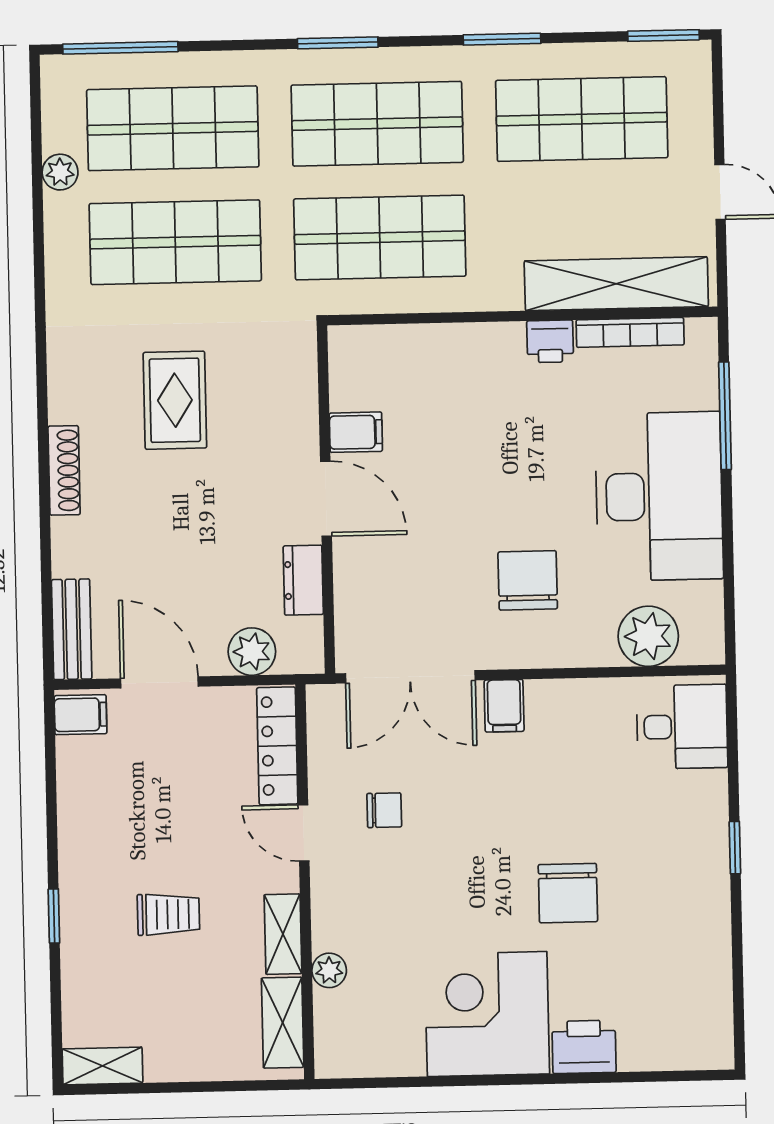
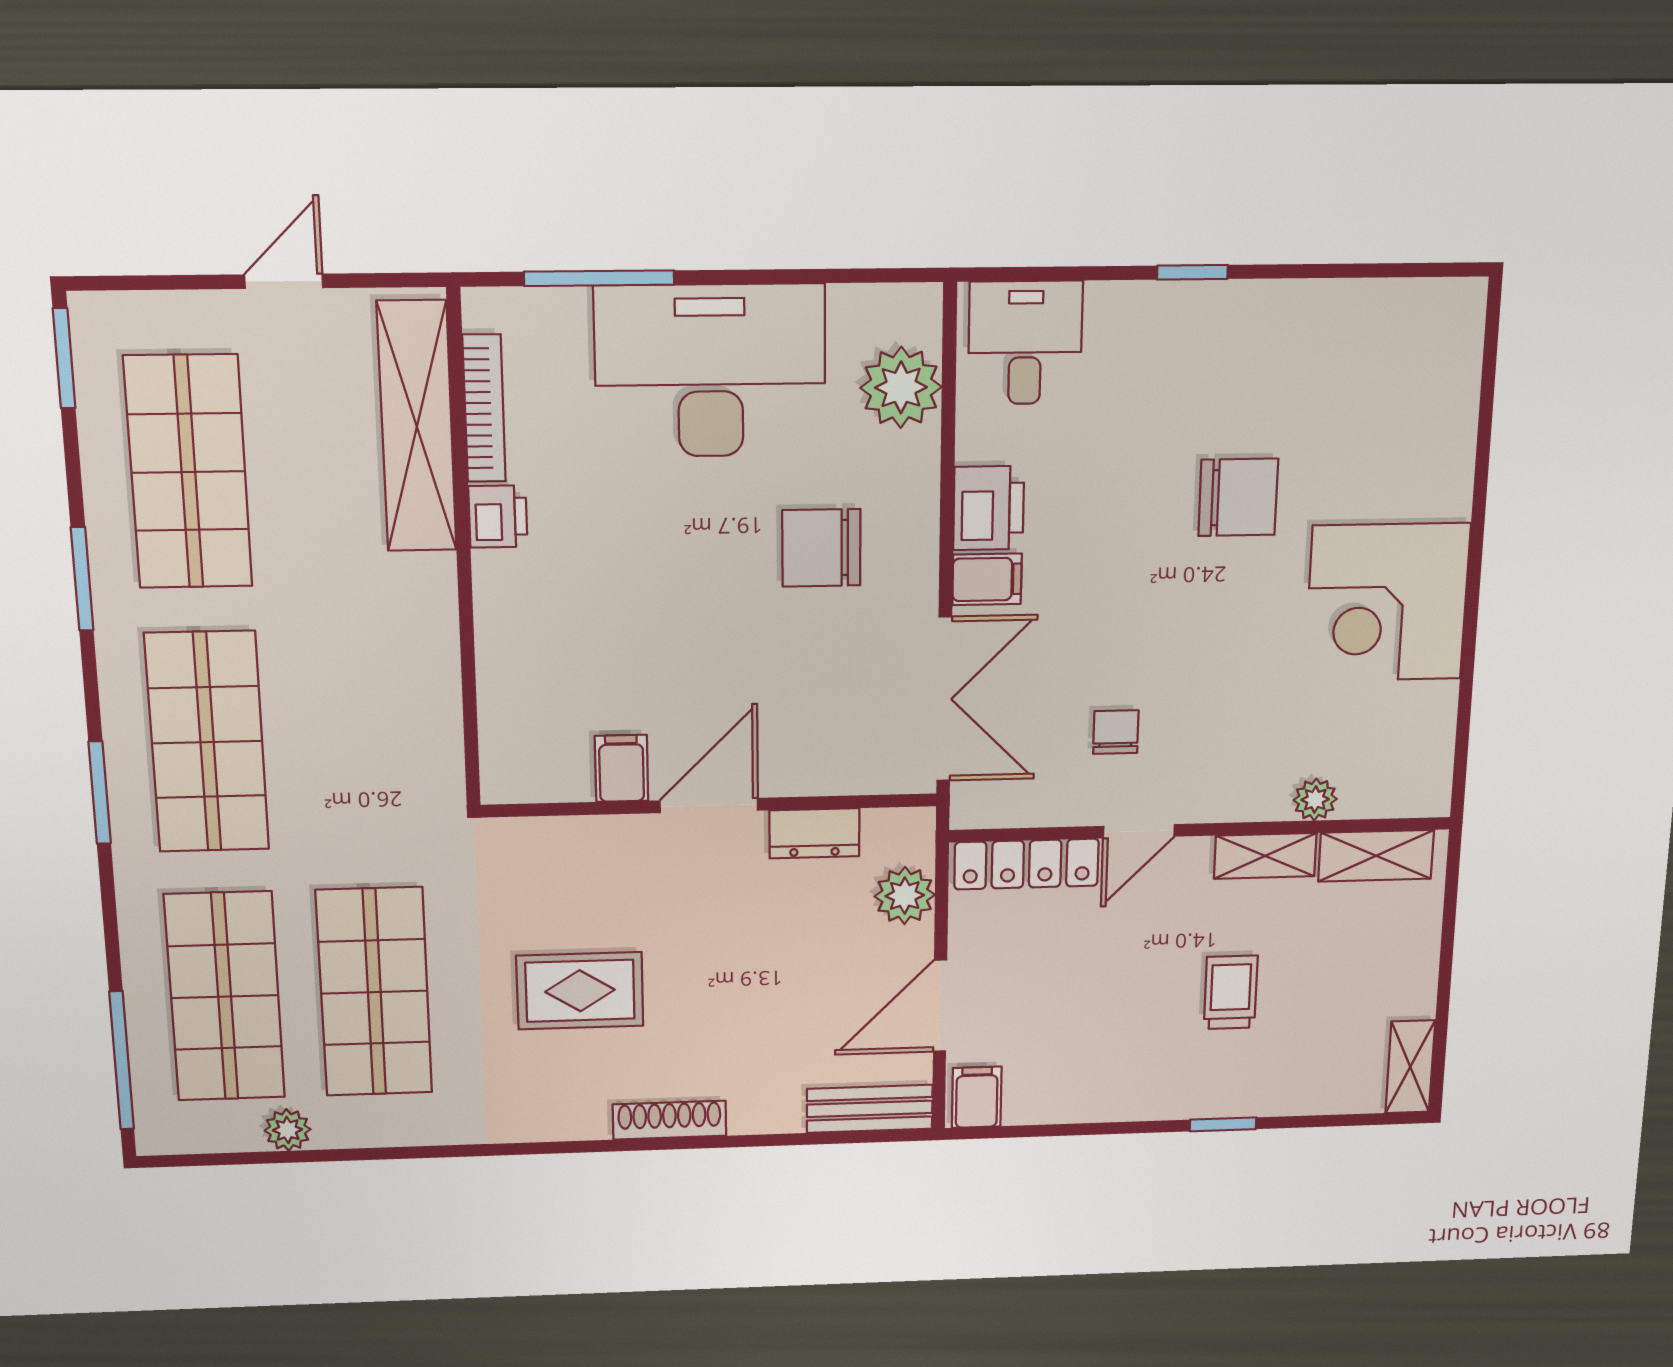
shop shelf: (380, 238) -> (361, 739), removed
printer: (584, 1047) -> (989, 508), moved, turned 180

